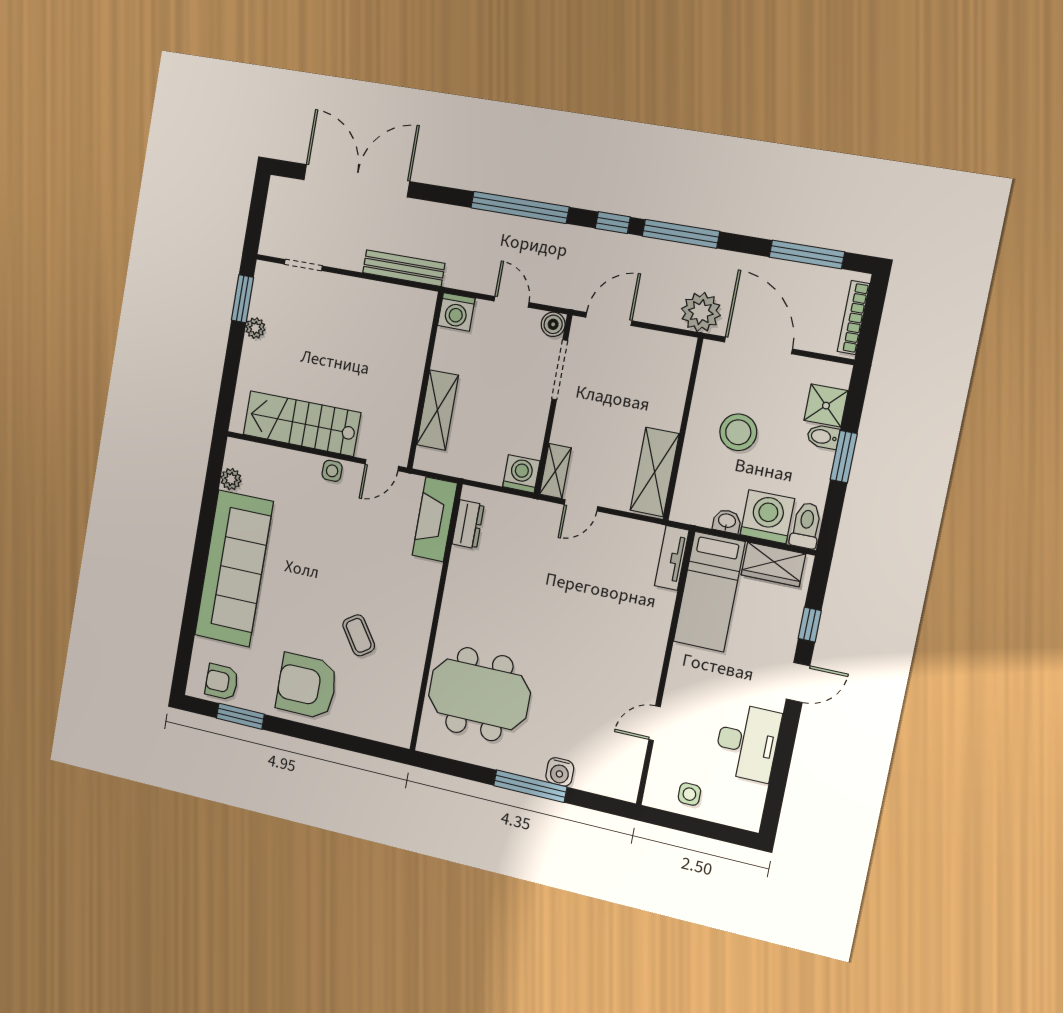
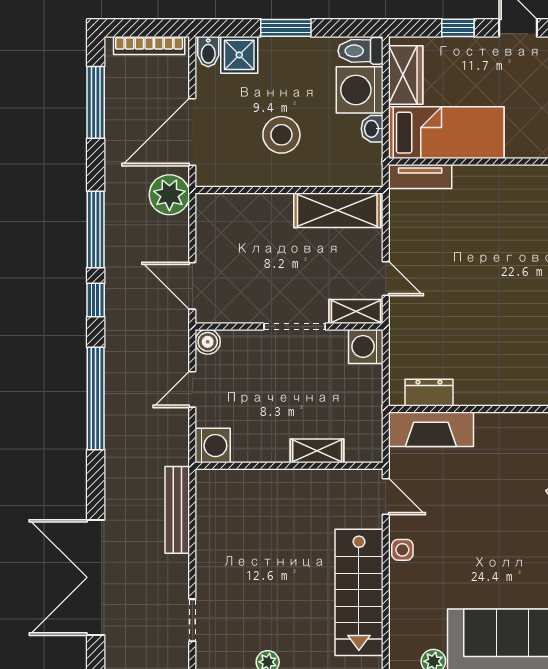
doorway: (560, 370) -> (295, 326), moved
shelving: (438, 410) -> (317, 451), width x0.67, depth x0.75
bidet: (823, 437) -> (208, 52), moved

